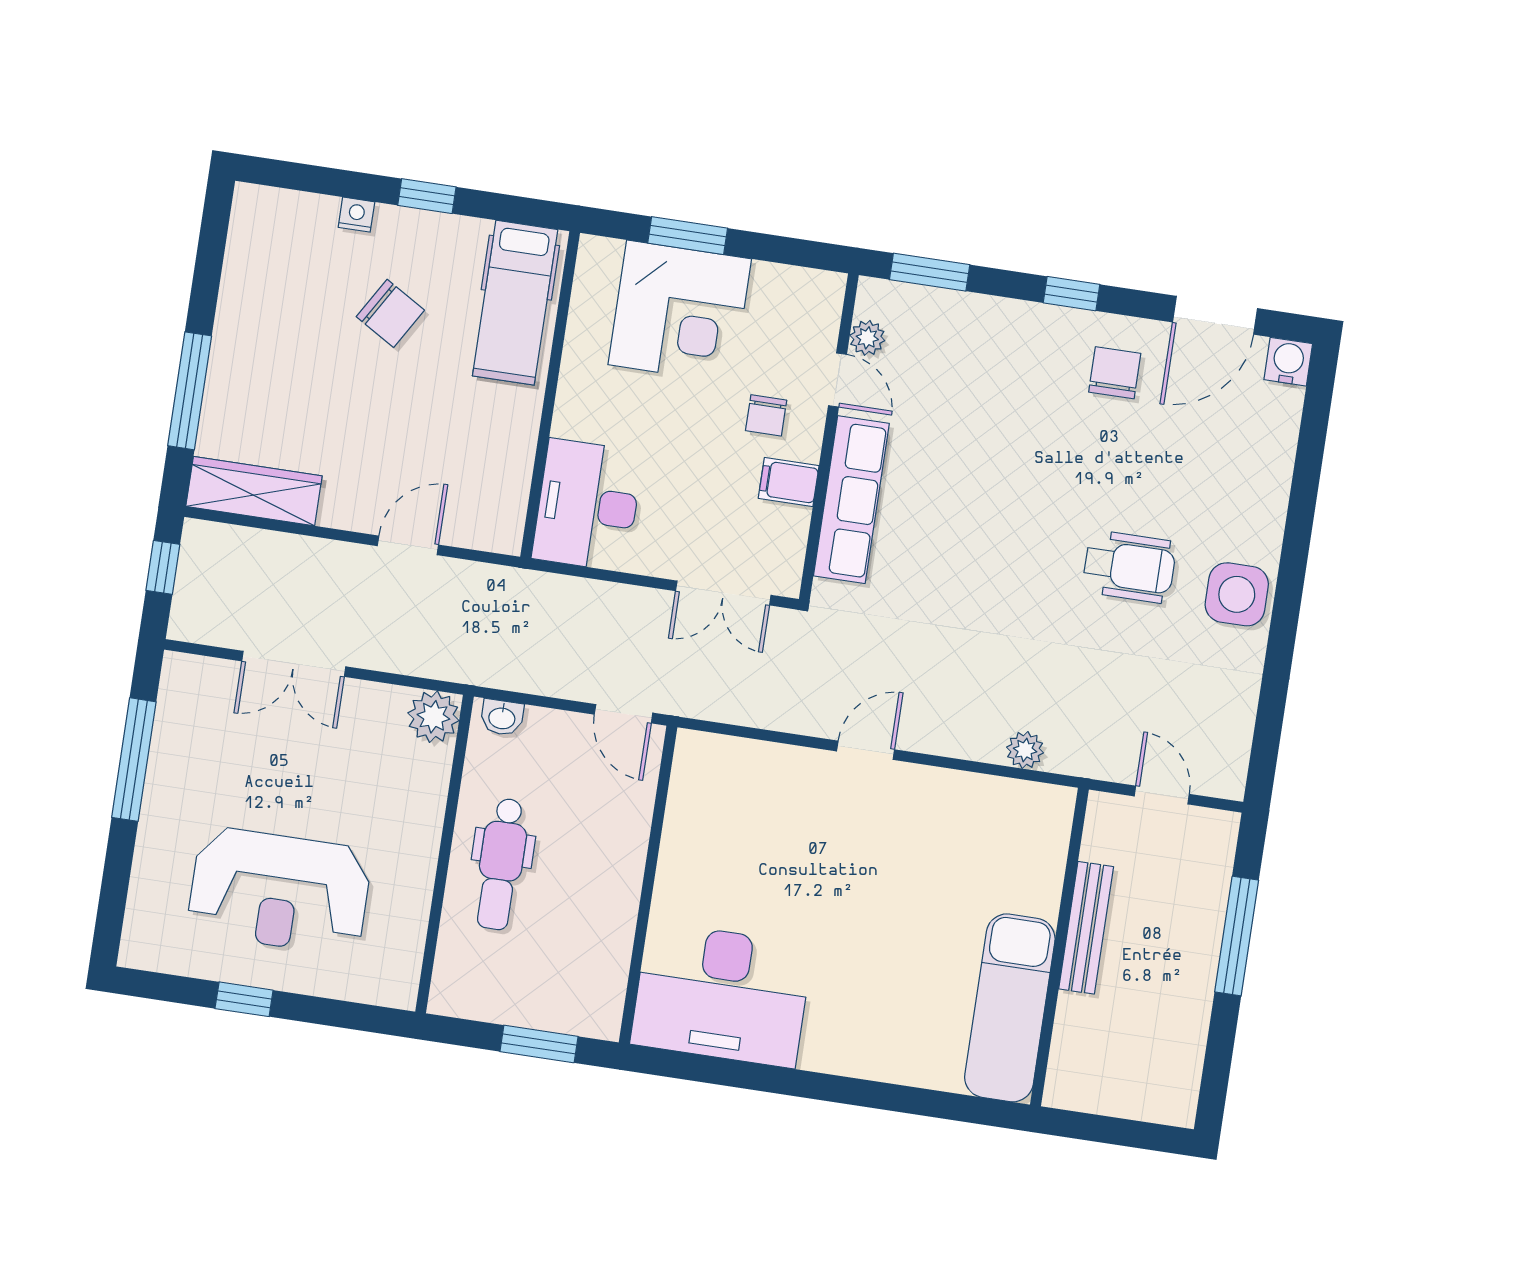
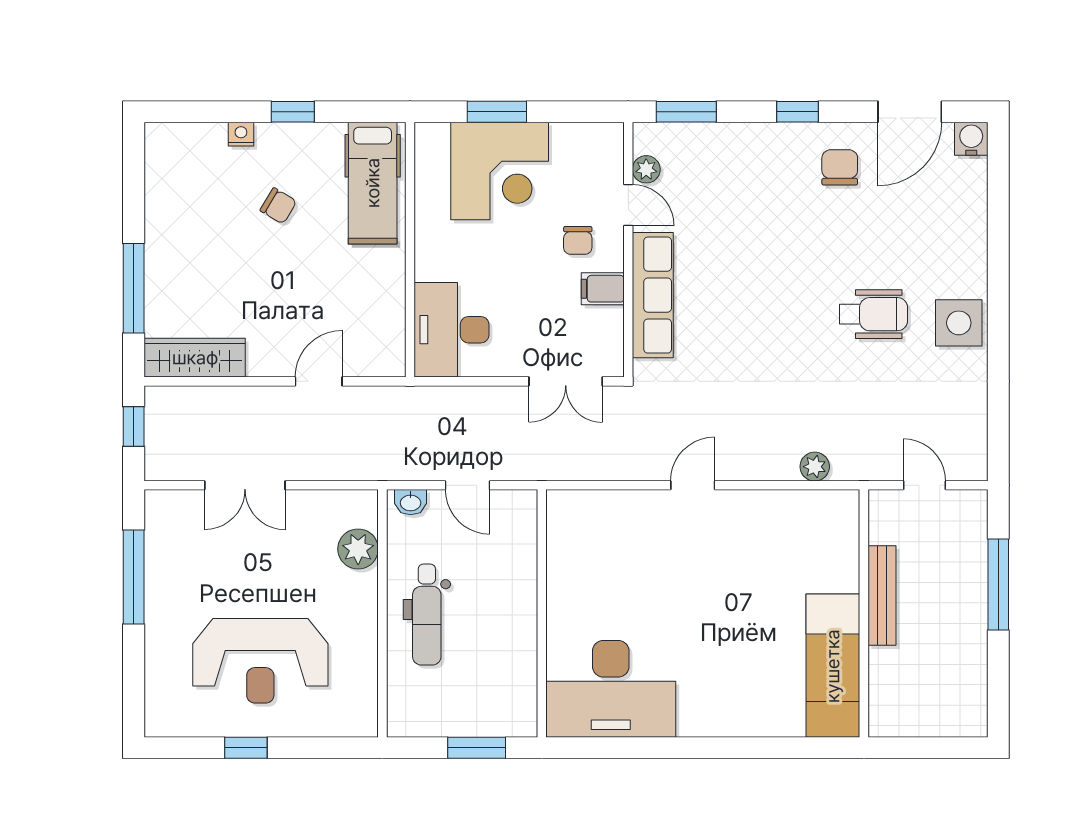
chair: (390, 313) -> (278, 206), width x0.73, depth x0.73
door: (624, 714) -> (468, 485), moved
plant: (433, 717) -> (358, 549), moved

